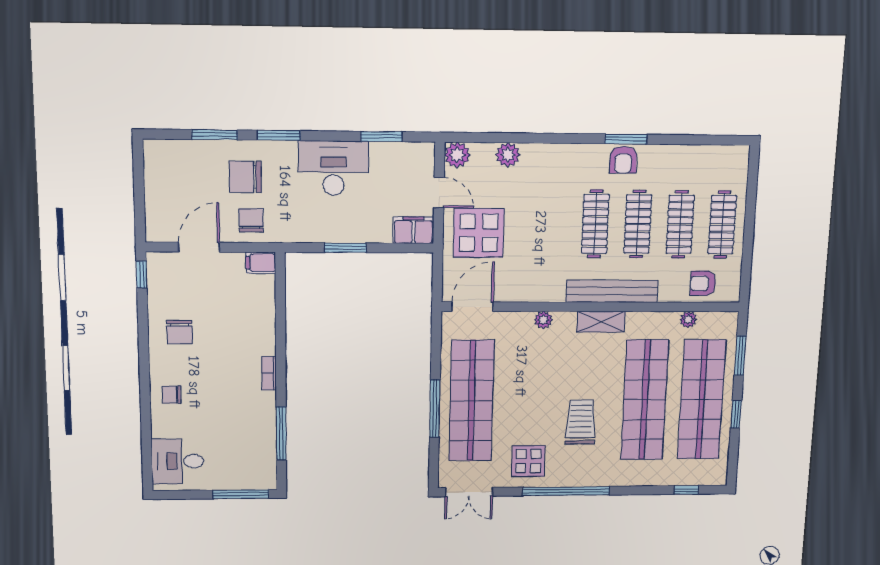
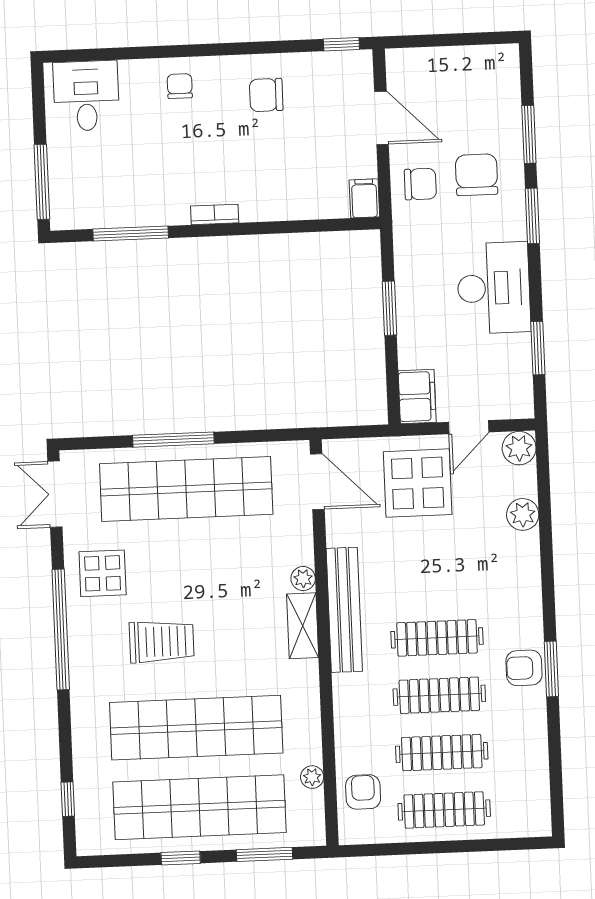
bench: (612, 291) -> (344, 610), moved
shelving: (601, 322) -> (303, 626), moved

